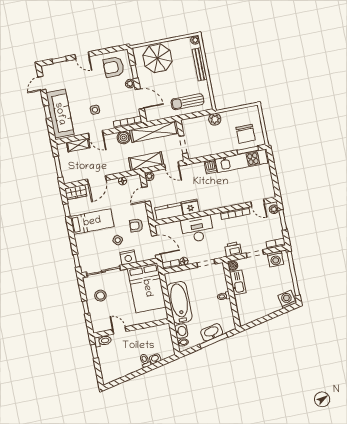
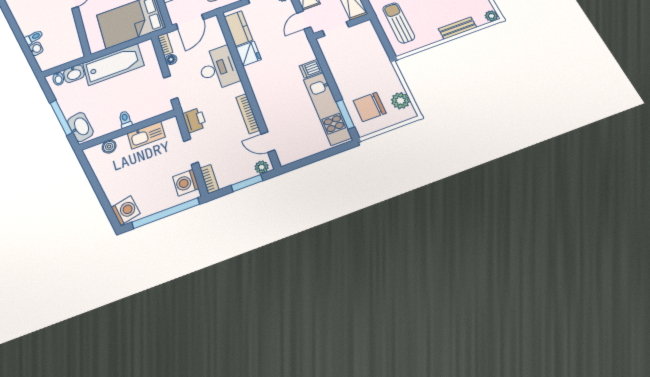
bench: (200, 64) -> (457, 28), width x0.73
plant: (215, 119) -> (400, 101), moved
door: (258, 203) -> (268, 142), hinge flipped
boiler: (233, 266) -> (109, 147), moved
washbasin: (212, 332) -> (80, 127), moved

